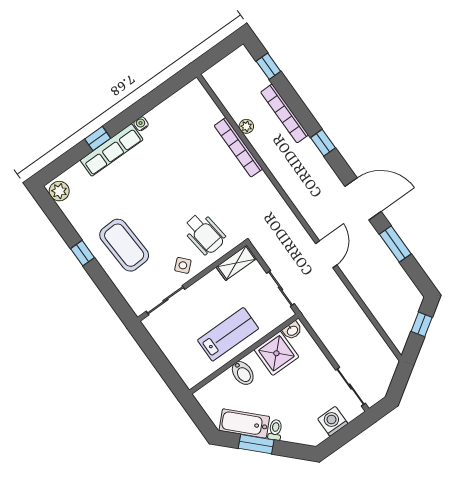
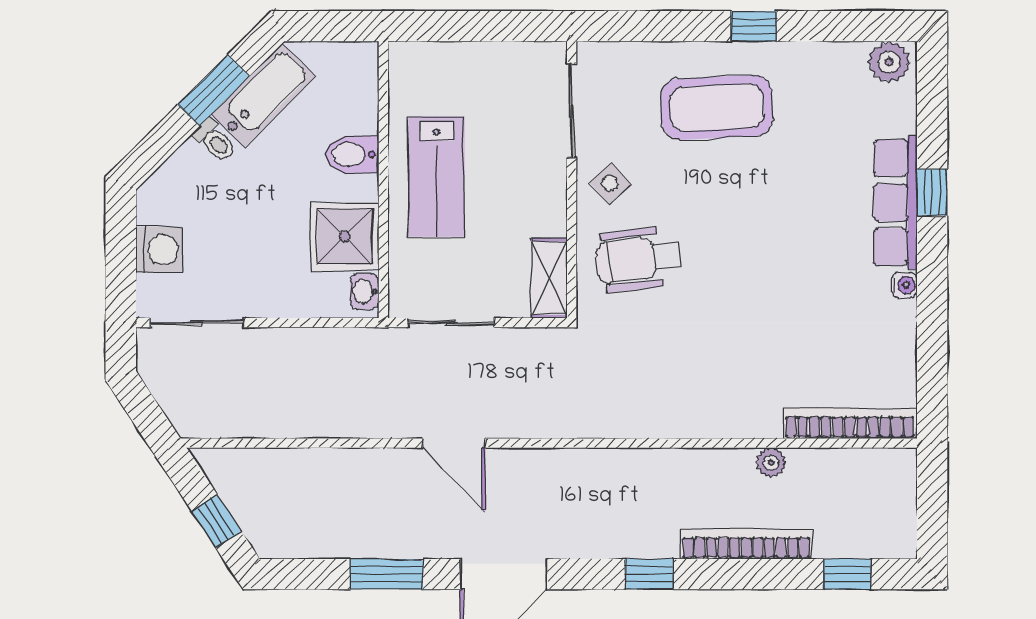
bookcase: (238, 147) -> (850, 423), moved

